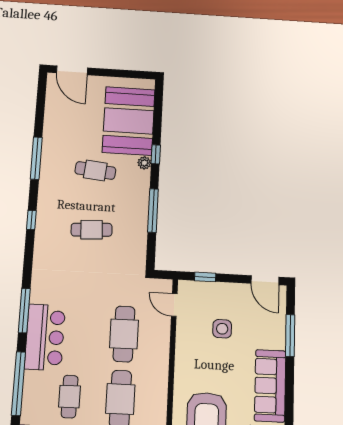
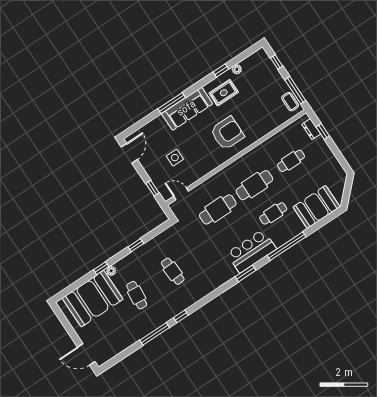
door: (72, 70) -> (86, 354), swing flipped
window: (153, 211) -> (136, 245), width x0.46
window: (31, 220) -> (181, 316), moved
door: (174, 305) -> (181, 194), swing flipped
window: (24, 311) -> (245, 273), width x0.69
window: (290, 335) -> (172, 103), moved

